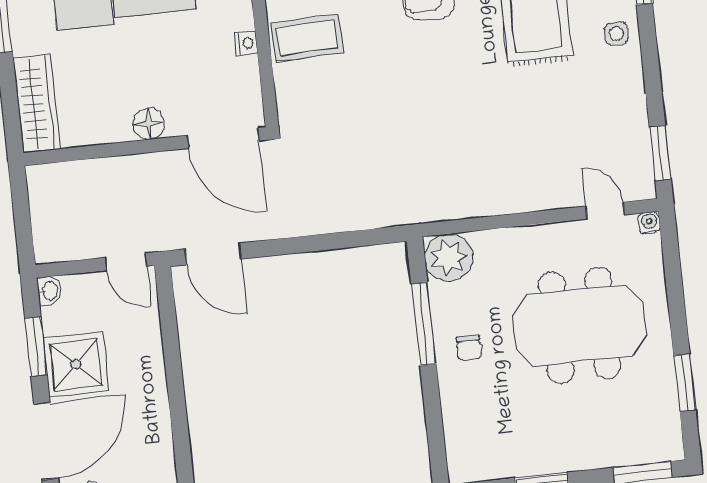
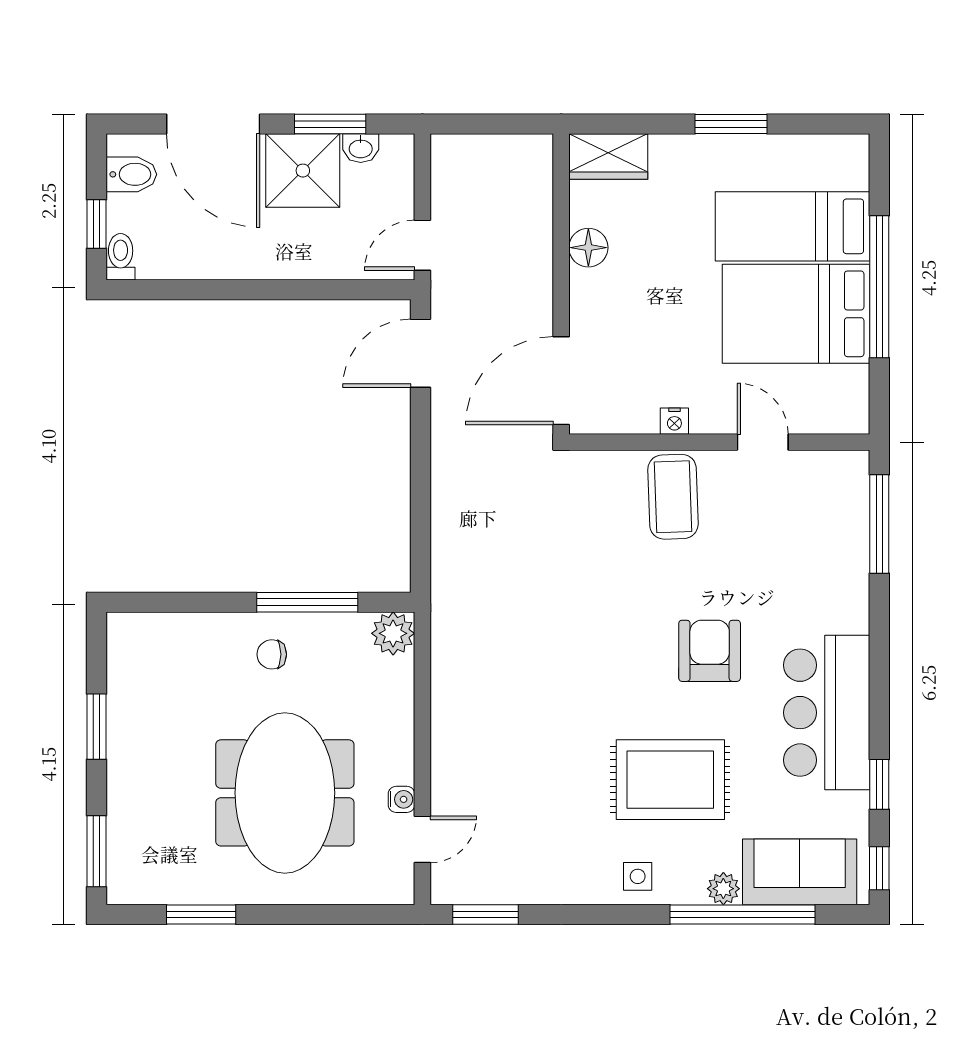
wardrobe: (36, 104) -> (608, 156), width x0.67
floor lamp: (149, 124) -> (588, 248), moved
water cooler: (649, 223) -> (401, 799), moved
plant: (448, 258) -> (393, 633), width x0.73, depth x0.73
washbasin: (50, 291) -> (361, 148), moved

